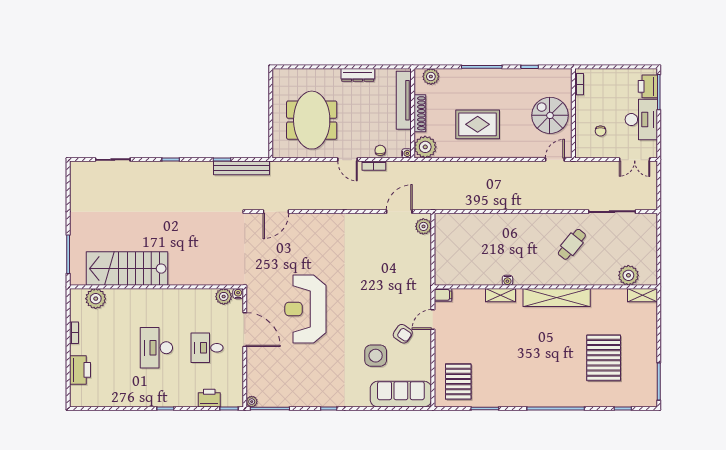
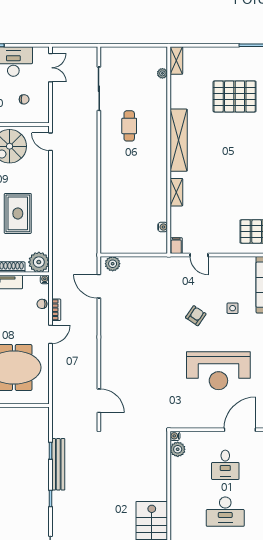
bench: (241, 168) -> (58, 464), moved
cafe table: (572, 244) -> (129, 126), turned 51
plant: (628, 275) -> (162, 73), width x0.53, depth x0.53
water cooler: (507, 280) -> (163, 227), moved
reception desk: (305, 309) -> (218, 371), moved
door: (245, 330) -> (240, 430), moved
armchair: (403, 334) -> (196, 316), moved
side table: (376, 356) -> (233, 308), width x0.54, depth x0.54

